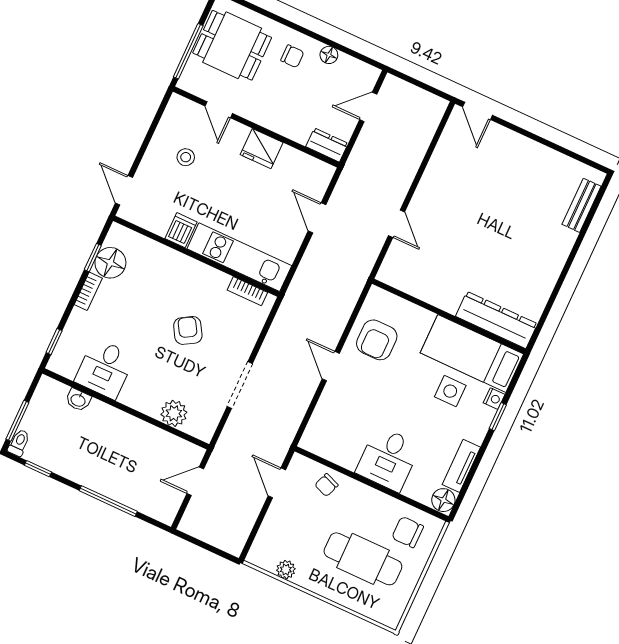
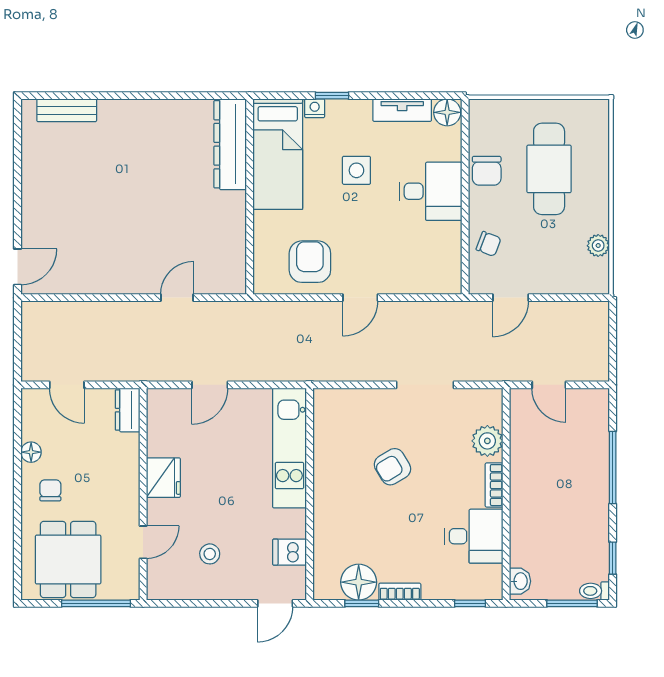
dishwasher: (181, 230) -> (289, 552), moved
bookcase: (247, 291) -> (494, 485), moved, turned 180
armchair: (377, 340) -> (310, 262), turned -90
side table: (450, 391) -> (356, 170), moved
washbasin: (78, 400) -> (520, 581), moved
chair: (408, 532) -> (487, 171), moved

